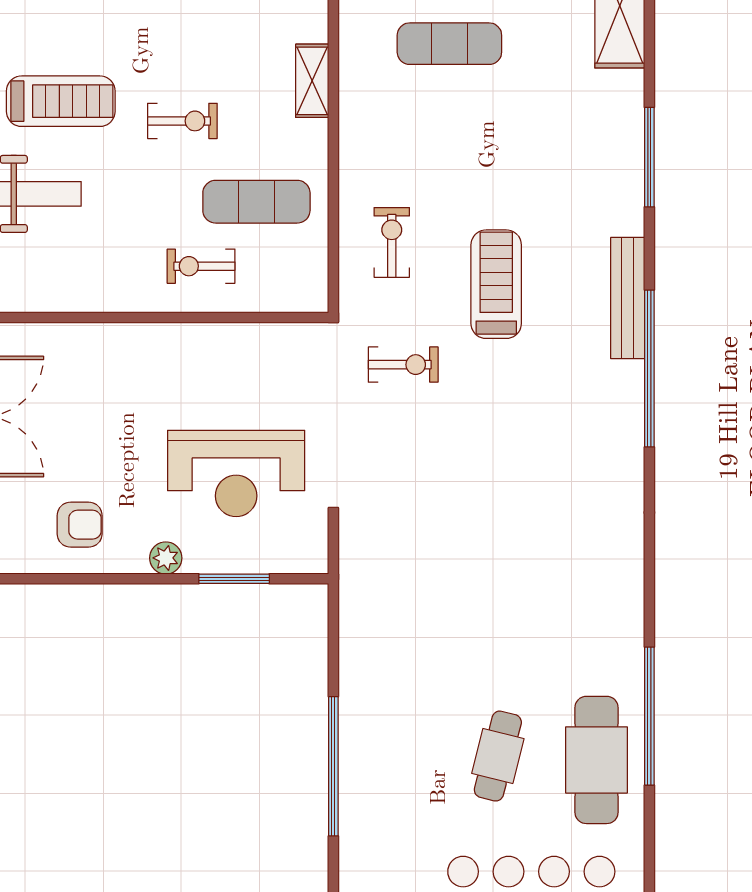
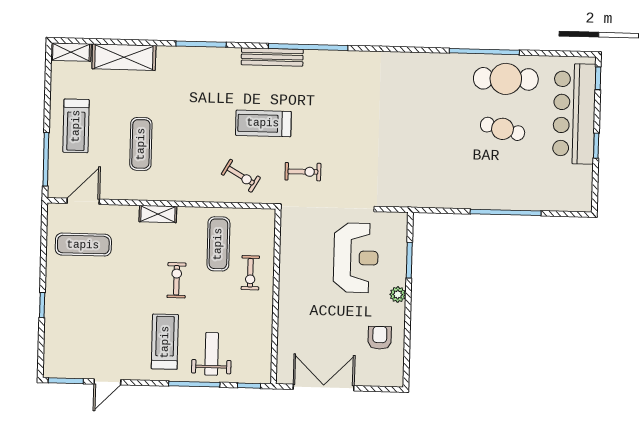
exercise bike: (392, 242) -> (241, 176), turned -150
exercise bike: (403, 365) -> (303, 172), turned 90

